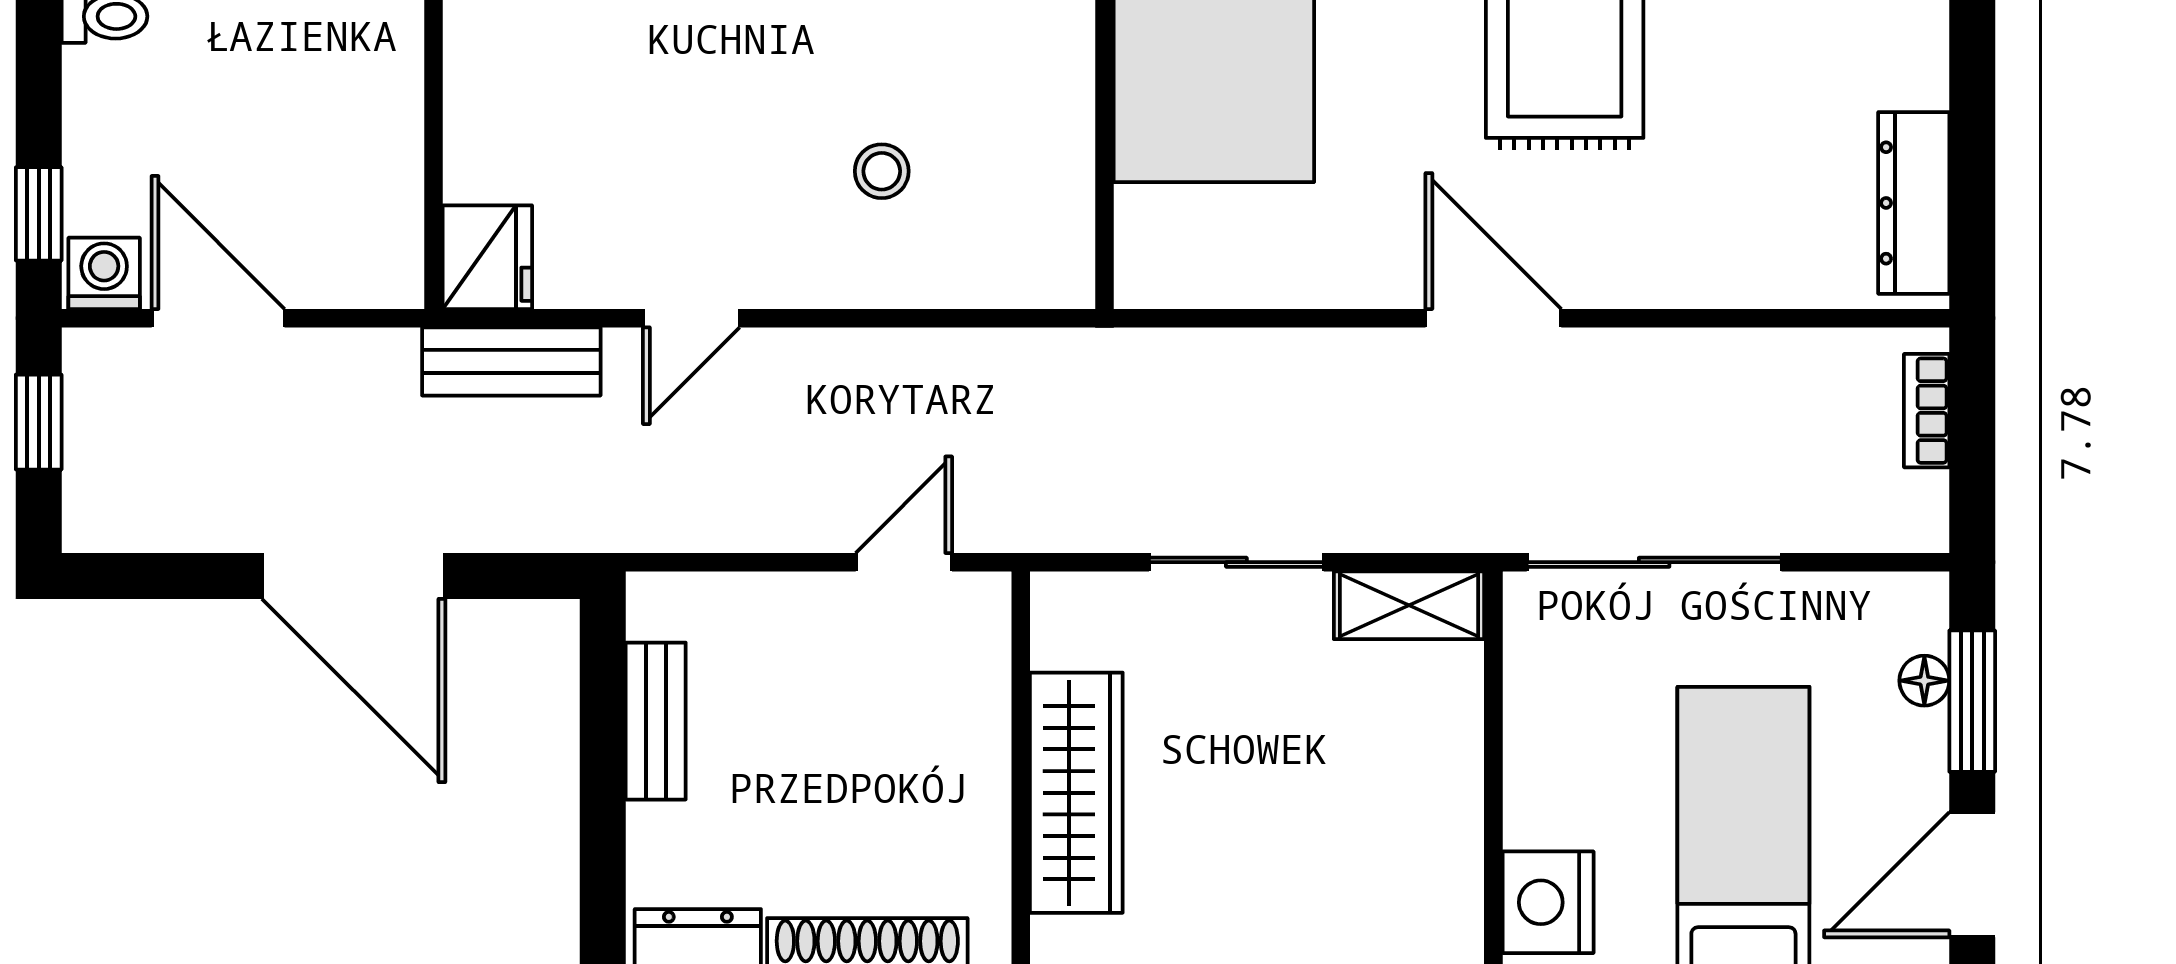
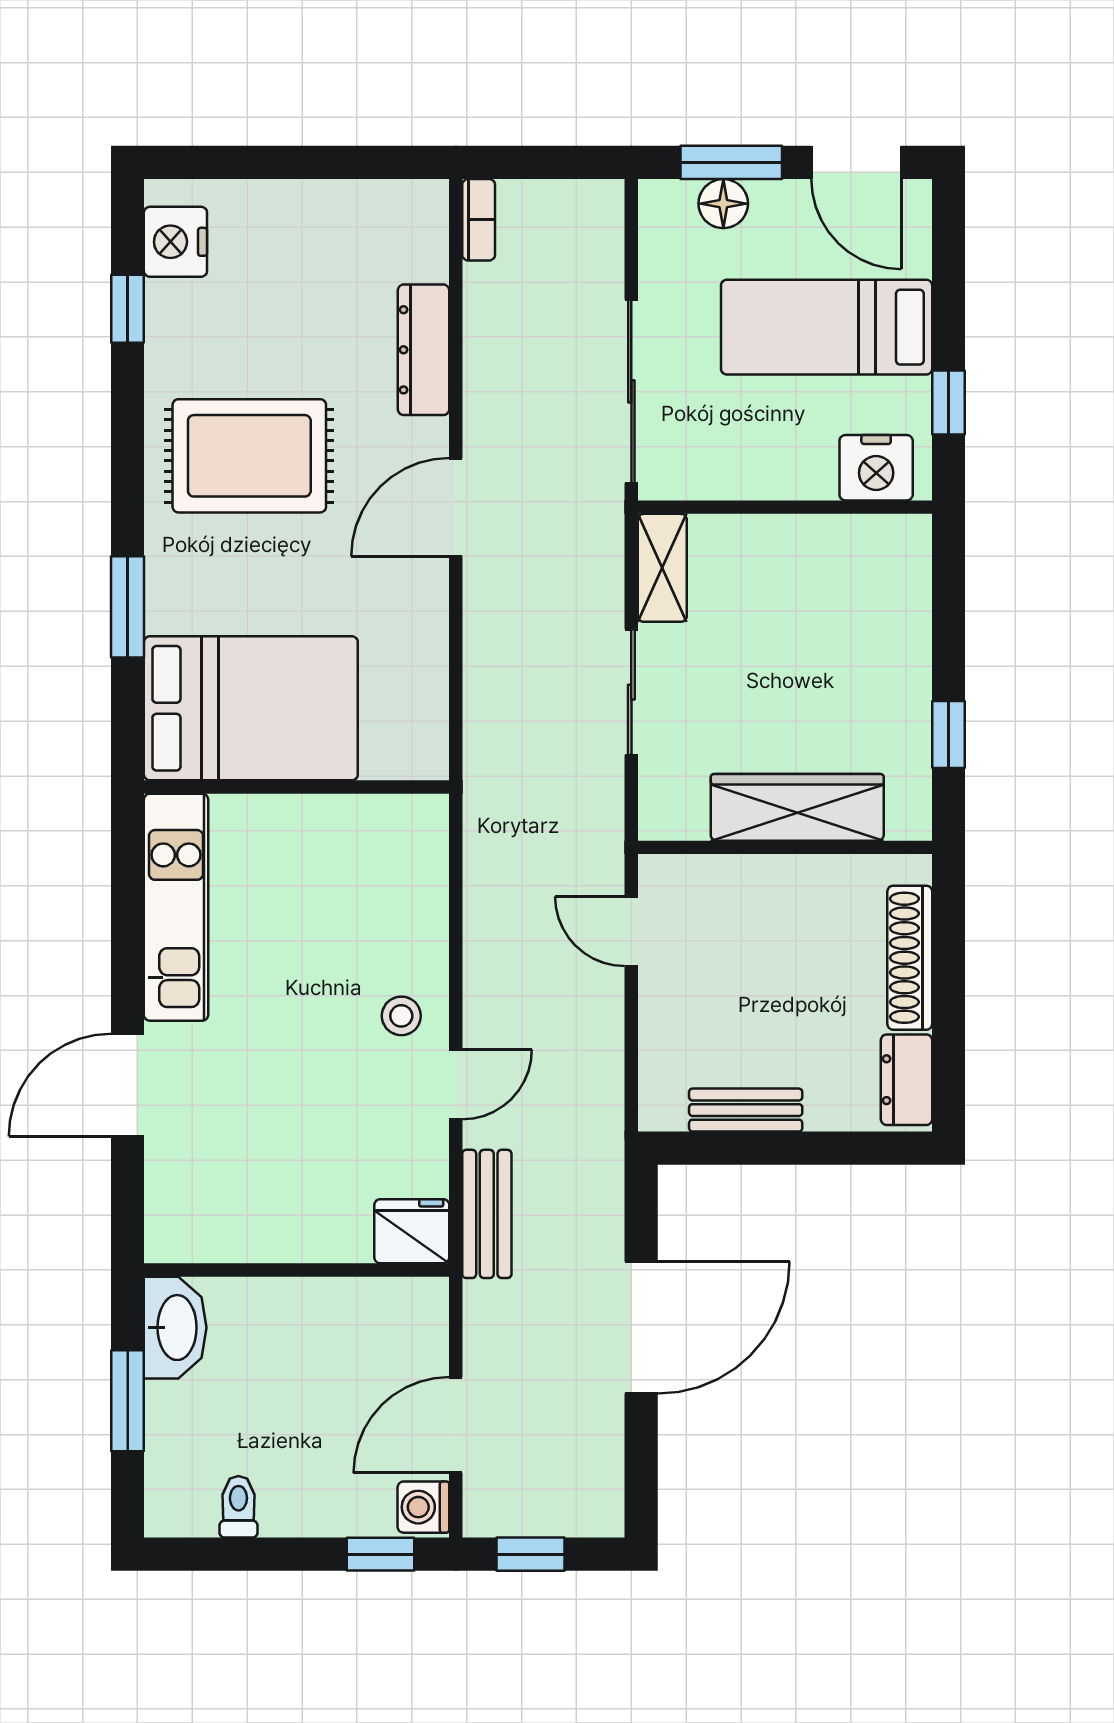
stool: (882, 171) -> (401, 1016), moved
dresser: (1914, 203) -> (424, 350), moved, turned 90
door: (691, 318) -> (456, 1084), hinge flipped
bookcase: (1927, 411) -> (479, 220), moved, turned -90
floor lamp: (1924, 681) -> (723, 204), width x1.37, depth x1.37

